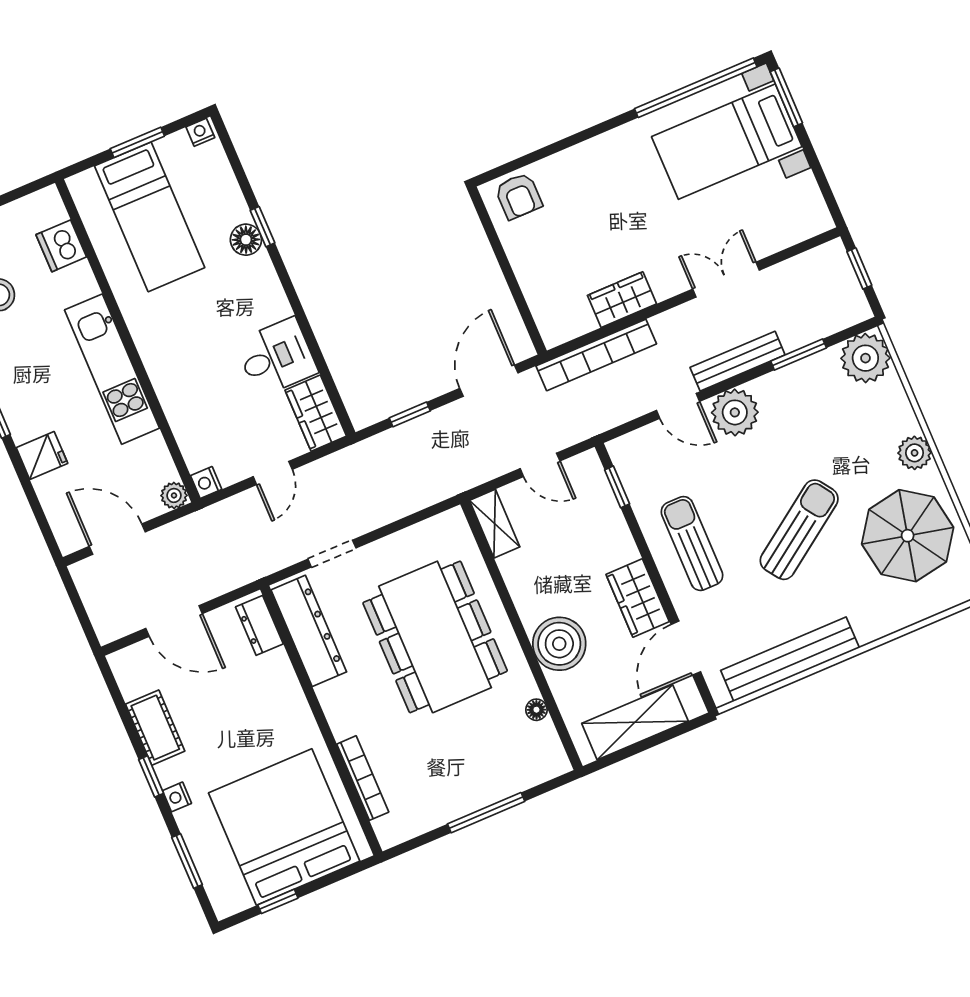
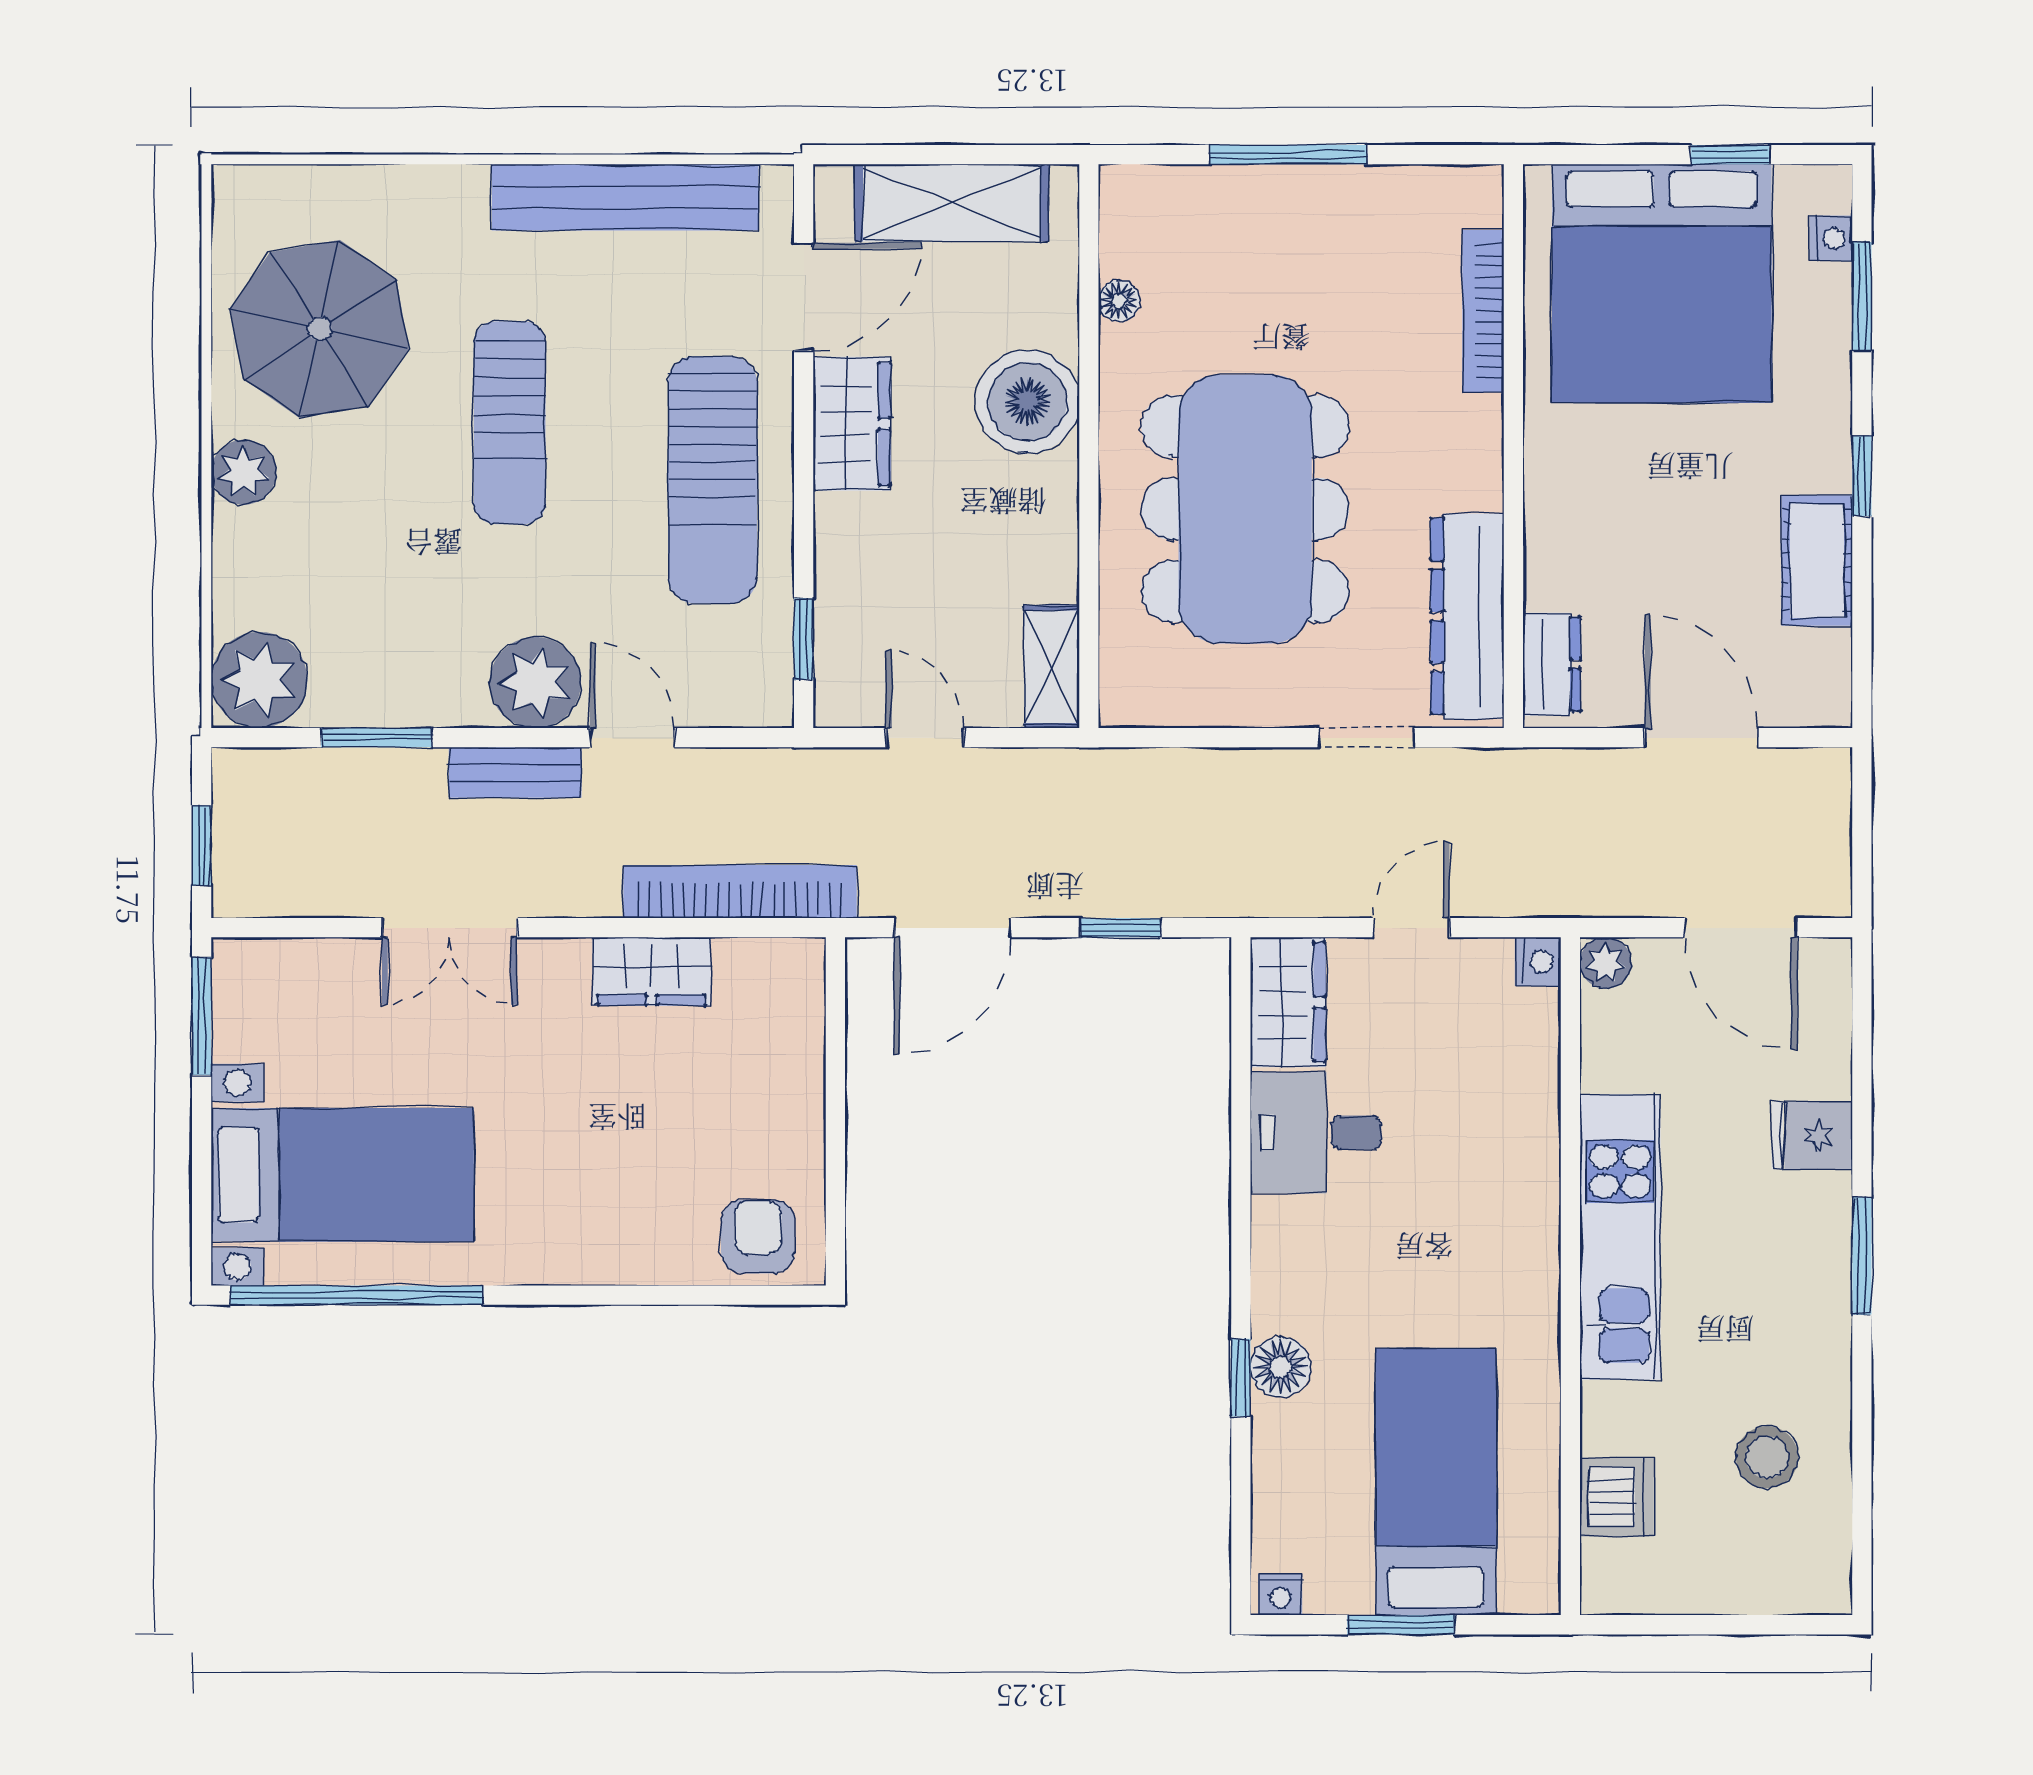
window: (786, 97) -> (202, 1016), moved
bench: (738, 361) -> (515, 772), width x0.73
sun lounger: (799, 530) -> (510, 423), turned -55
sun lounger: (692, 544) -> (713, 480), width x1.36, depth x1.34
nightstand: (177, 797) -> (1831, 238), moved

